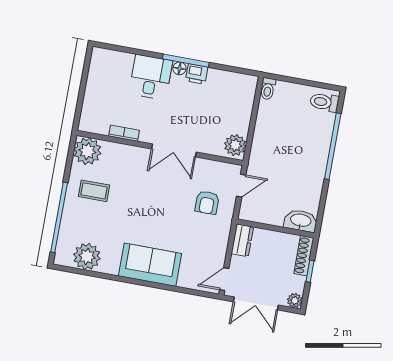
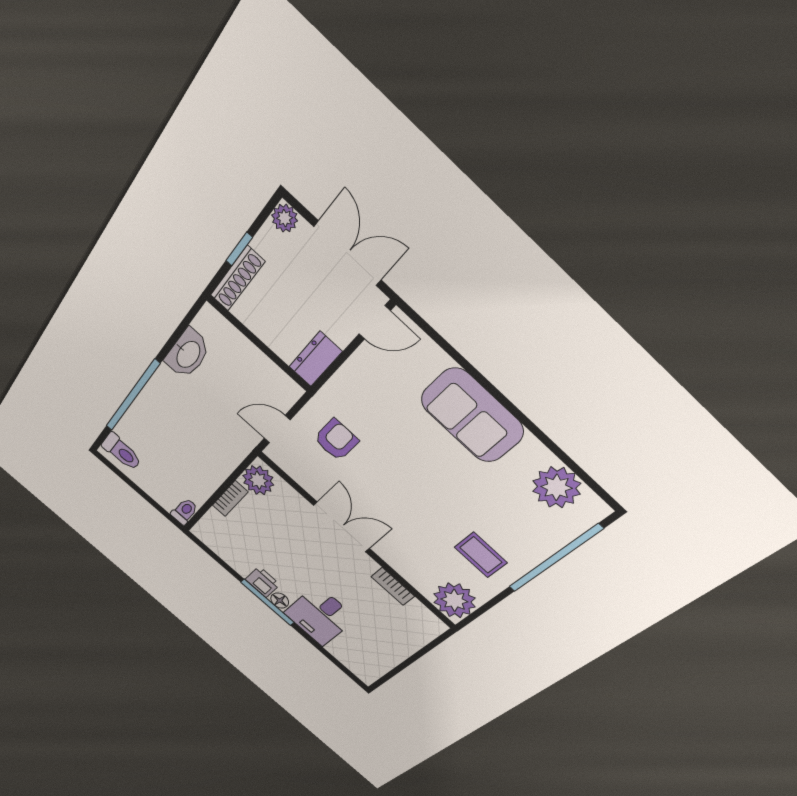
bookcase: (245, 120) -> (230, 499), added
washbasin: (301, 221) -> (188, 354), moved, turned -90

